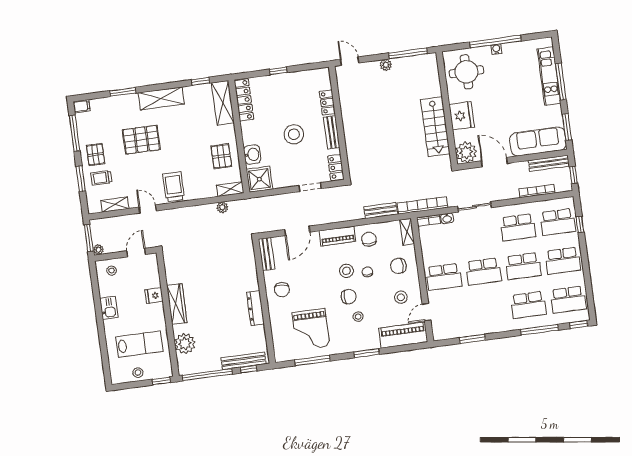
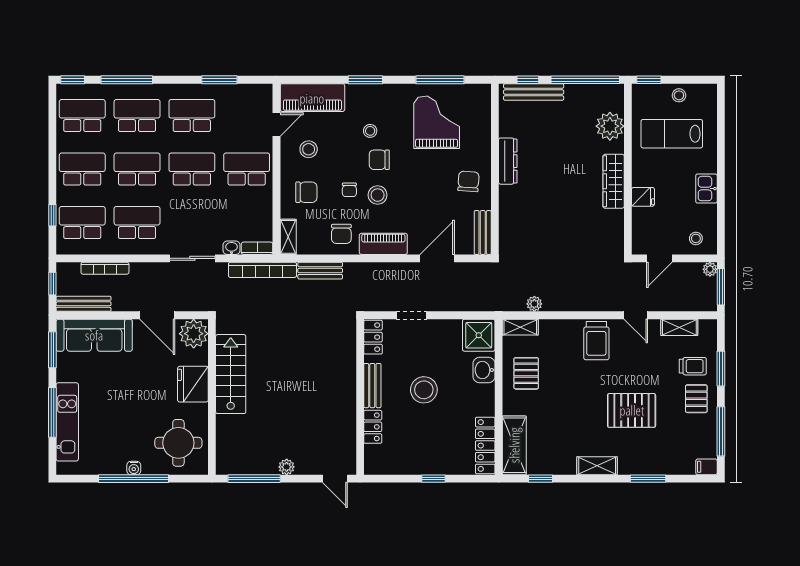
shelving: (161, 98) -> (597, 466), width x0.67, depth x0.75
school desk: (489, 310) -> (192, 116), added

